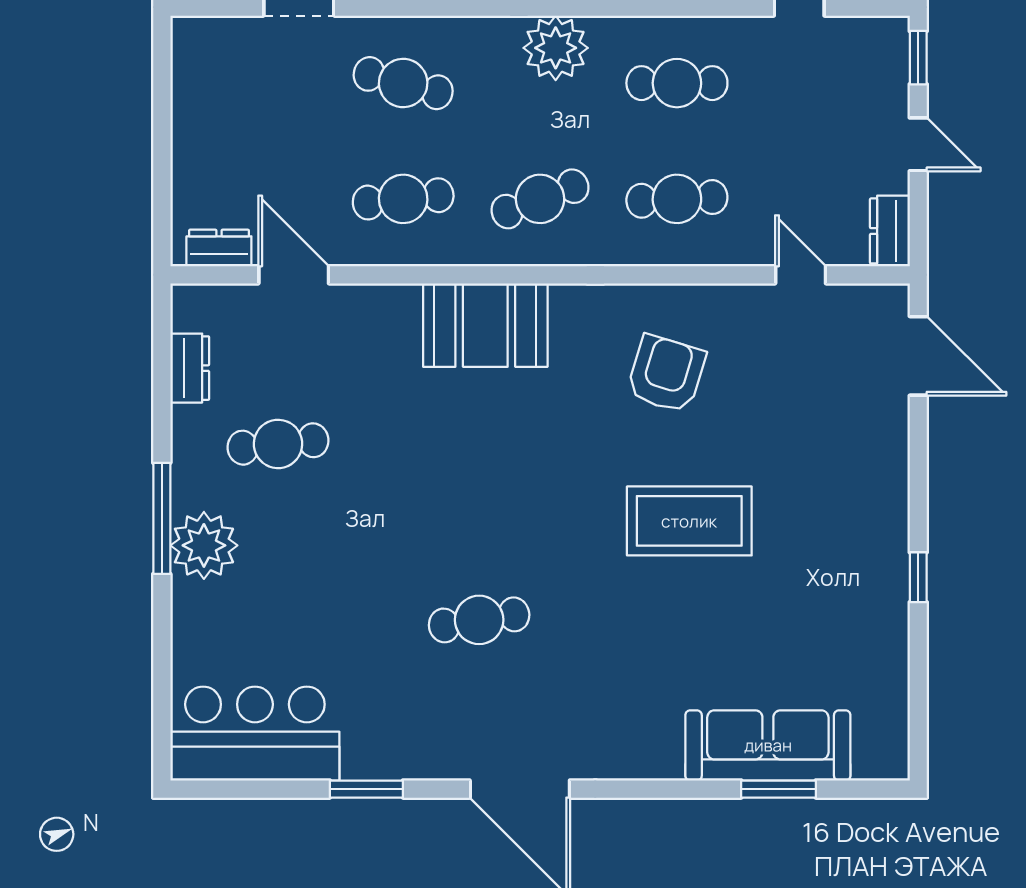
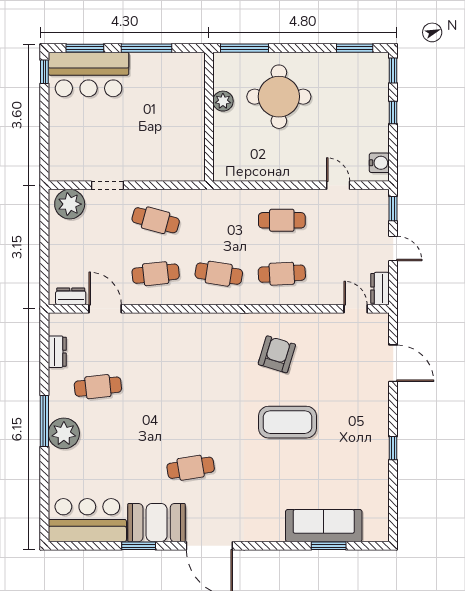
plant: (556, 48) -> (70, 204), moved
cafe table: (540, 199) -> (219, 274), turned 30
door: (801, 275) -> (356, 309), moved
booth: (485, 325) -> (157, 523), moved
door: (918, 356) -> (393, 363), moved

